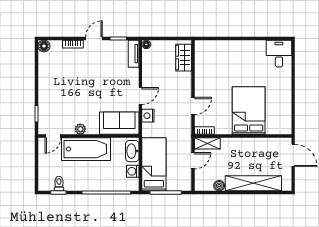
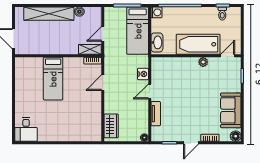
tv unit: (134, 54) -> (156, 114), moved
bed: (249, 111) -> (53, 79), width x0.67
sofa: (119, 123) -> (231, 110), moved, turned 90
washing machine: (133, 171) -> (156, 12), moved

